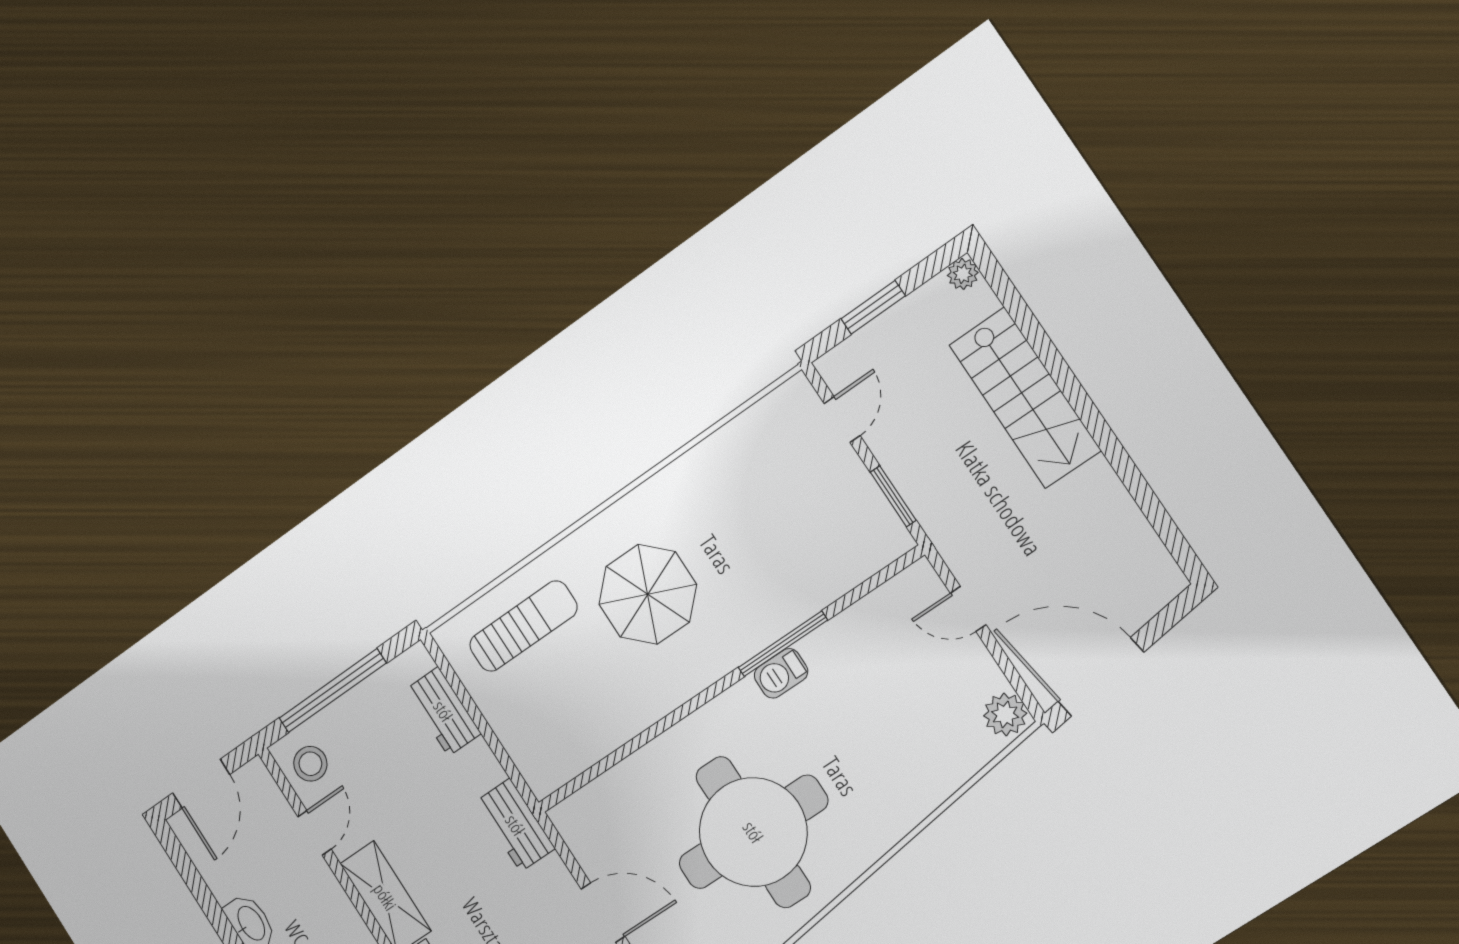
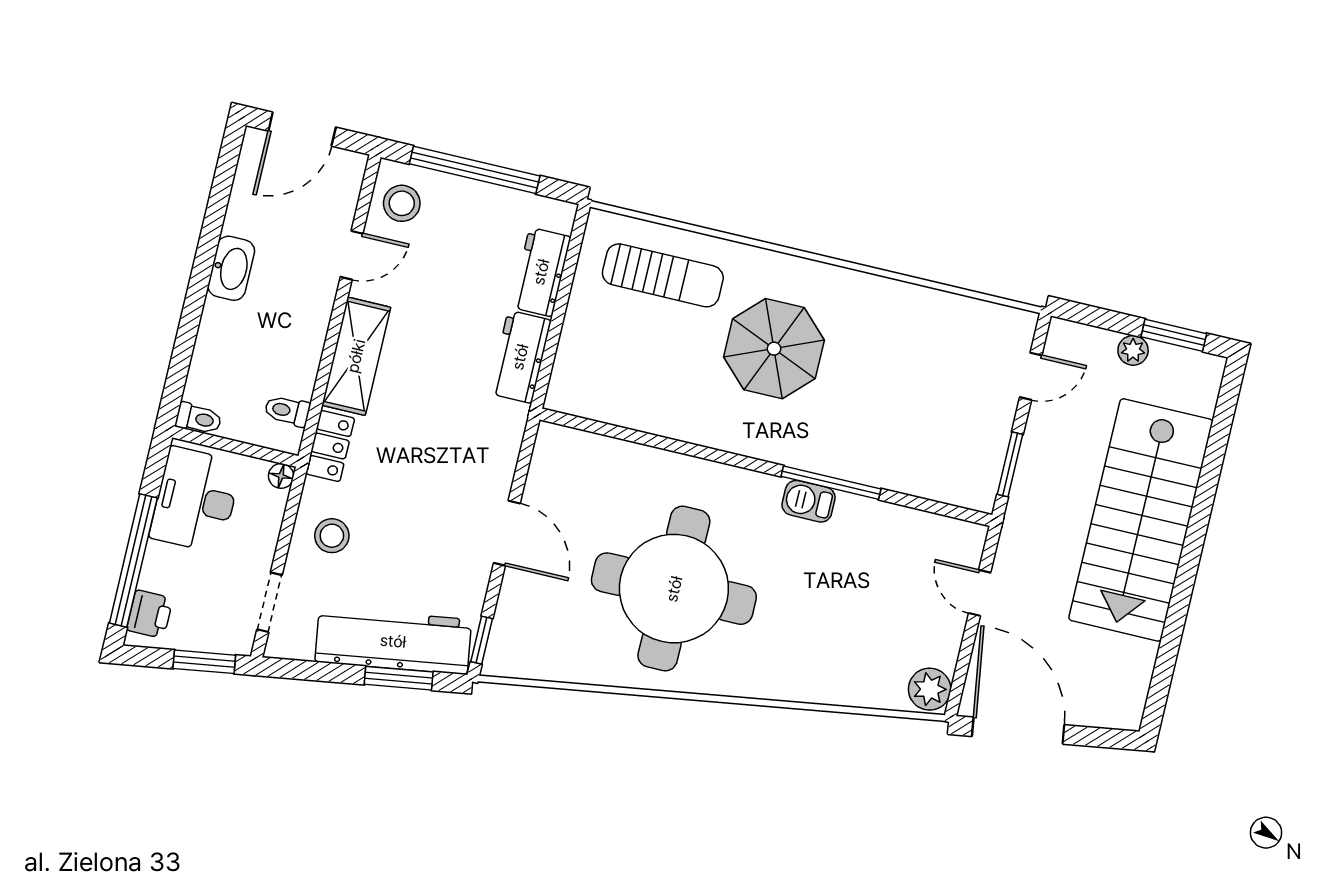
plant: (963, 274) -> (1133, 350), moved
window: (873, 307) -> (1174, 335), moved
stairs: (1025, 398) -> (1141, 520), width x1.36, depth x1.51
workbench: (515, 825) -> (520, 357), moved

